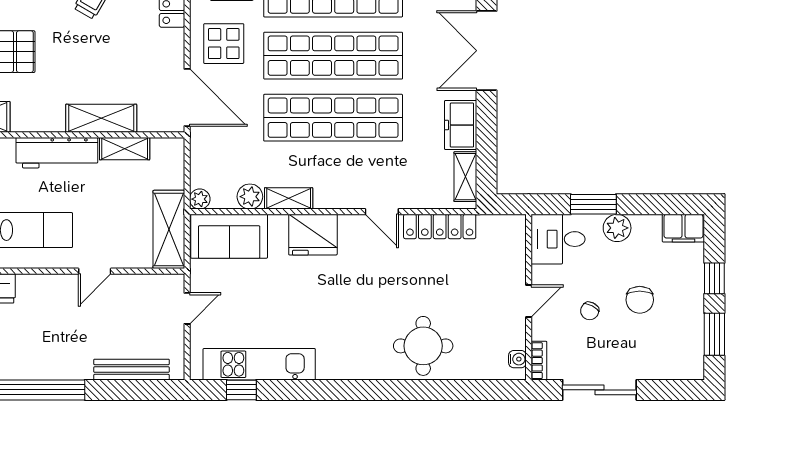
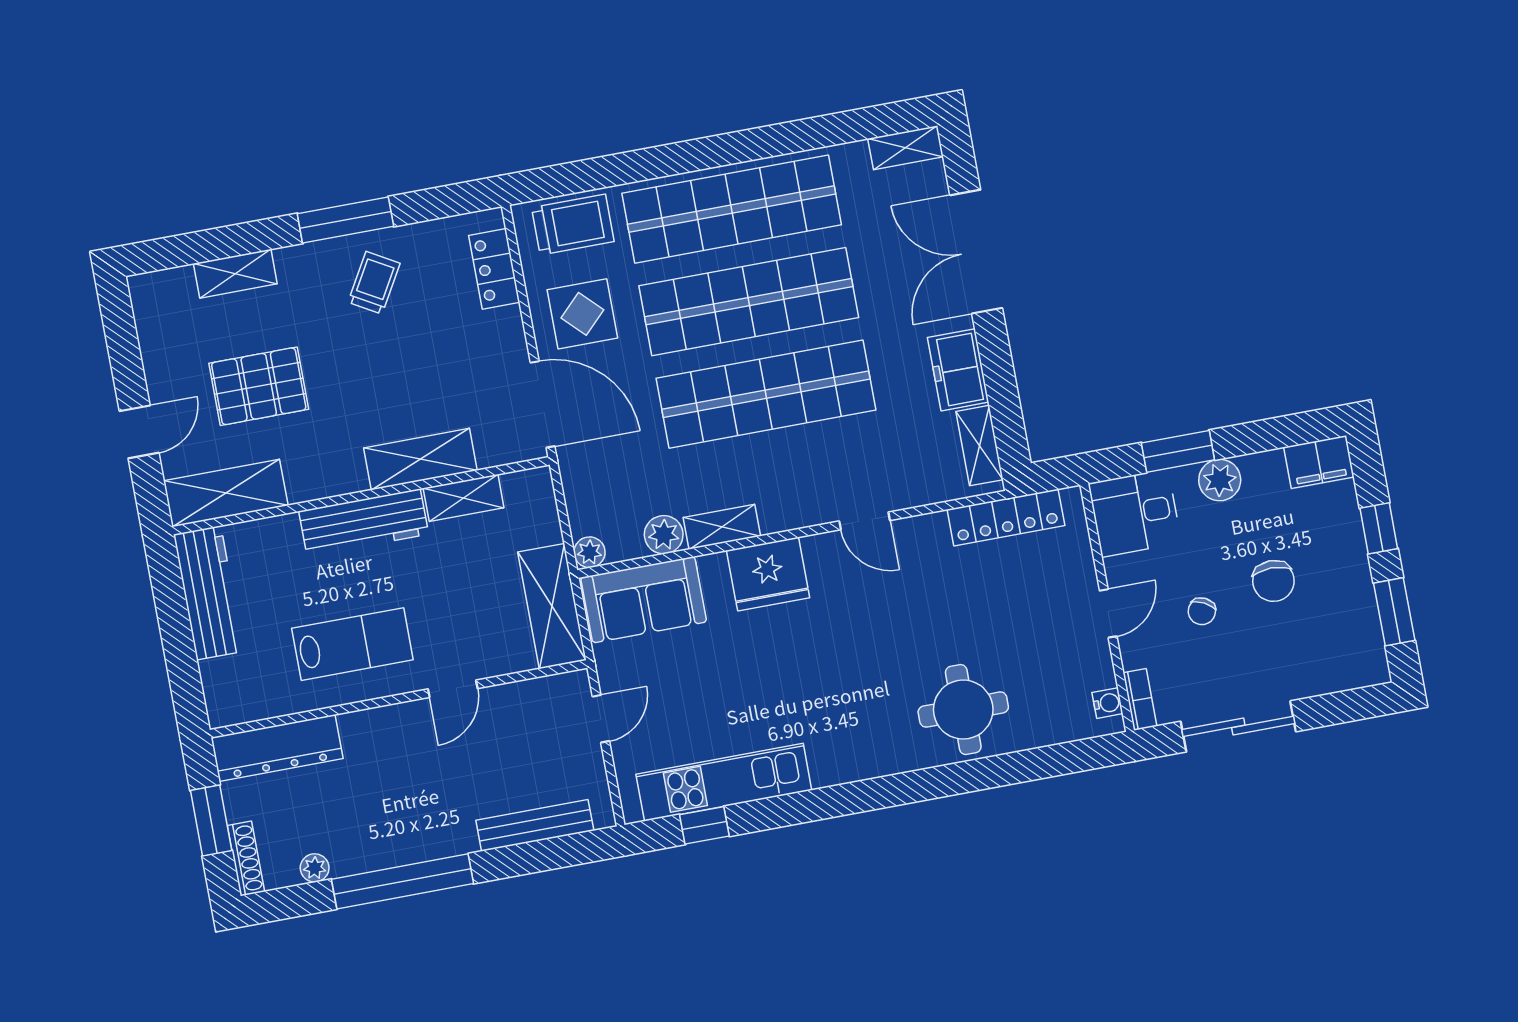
locker: (440, 226) -> (1006, 517), moved

